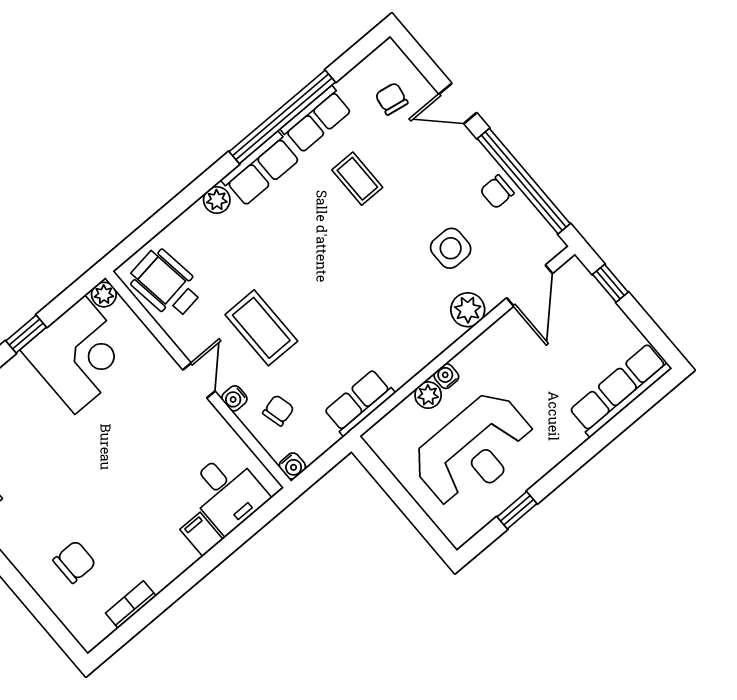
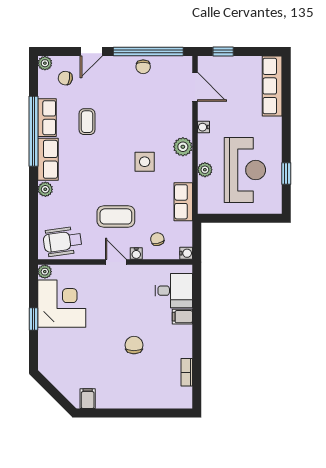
plant: (388, 54) -> (45, 63), added
coffee table: (357, 179) -> (87, 122), turned 90
side table: (451, 248) -> (145, 162), moved
plant: (468, 310) -> (183, 147), moved
water cooler: (446, 376) -> (203, 127), moved
chair: (74, 562) -> (134, 345), moved

